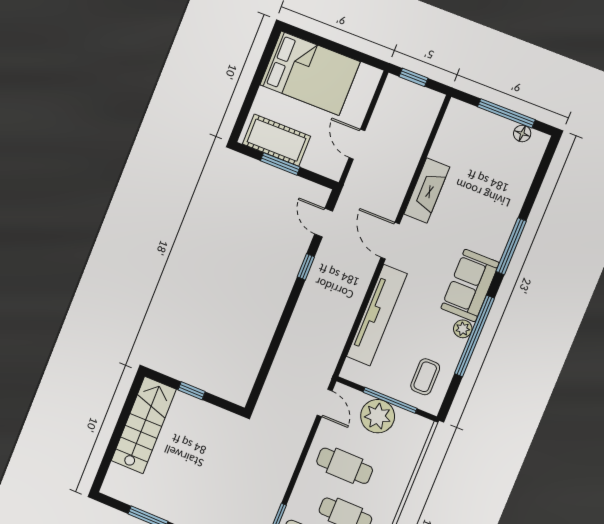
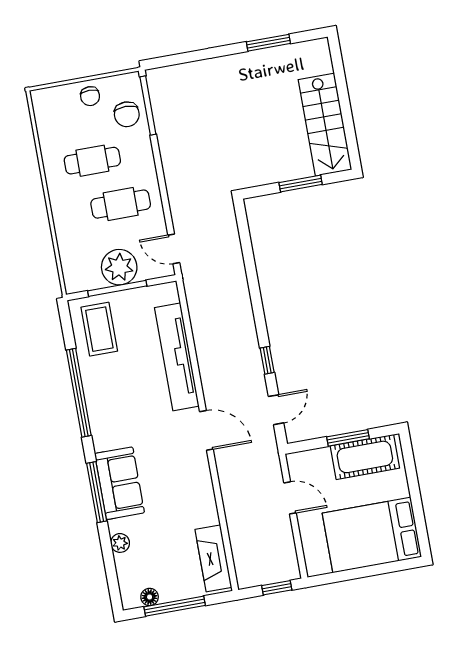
fireplace: (427, 191) -> (213, 558), moved
door: (324, 223) -> (276, 410), hinge flipped
sofa: (470, 285) -> (120, 483), moved
plant: (463, 329) -> (120, 543), moved
coffee table: (425, 377) -> (99, 329), width x1.36, depth x1.30
window: (192, 391) -> (301, 184), width x1.50

